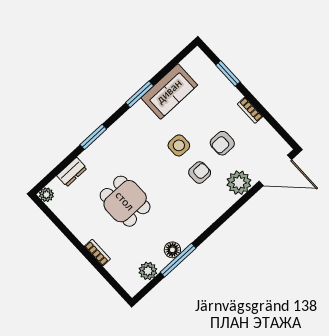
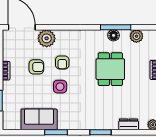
armchair: (200, 173) -> (62, 63), turned -90
dining table: (125, 201) -> (110, 69), moved

